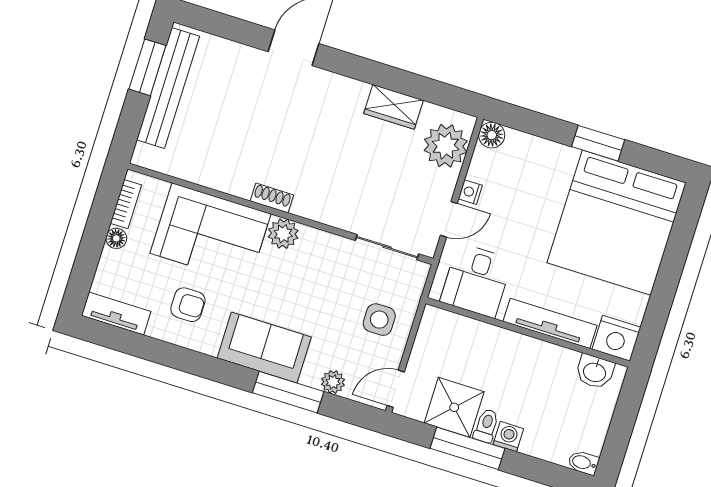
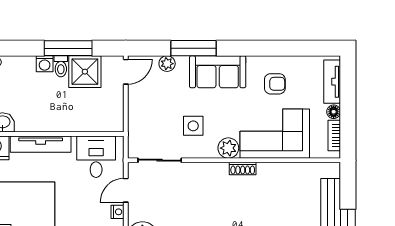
armchair: (188, 305) -> (275, 84), turned 180
tv unit: (116, 313) -> (332, 82), moved, turned 90
side table: (379, 320) -> (193, 126), moved

